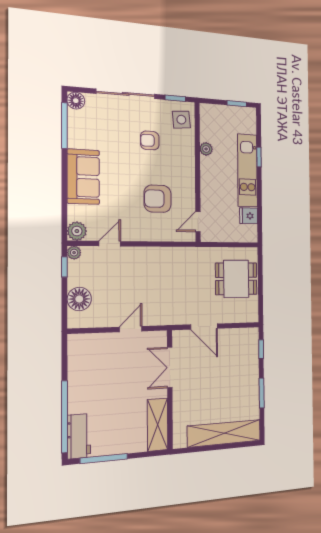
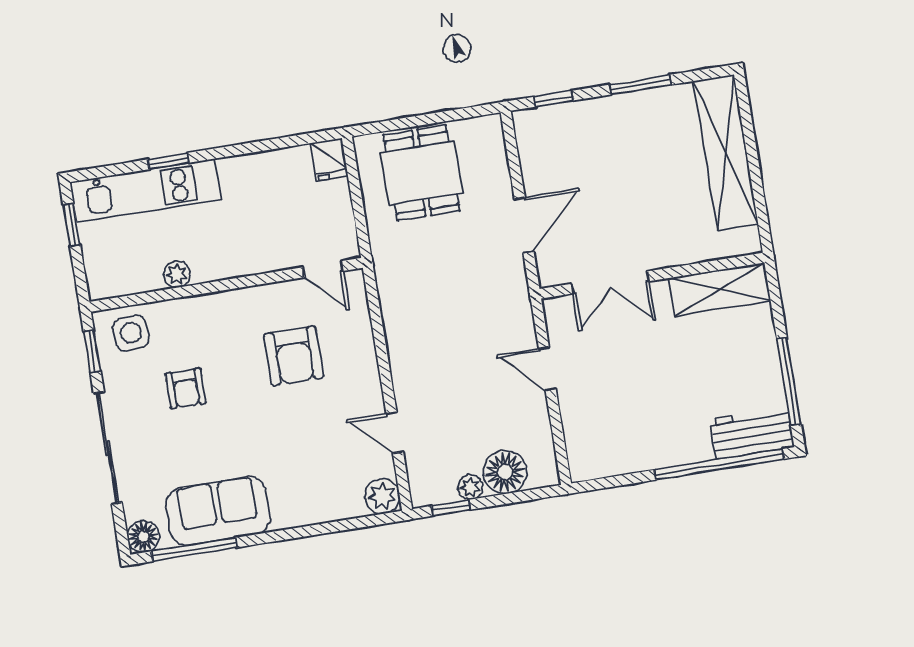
kitchen unit: (247, 170) -> (145, 191), moved
sofa: (83, 177) -> (218, 511), moved
fridge: (249, 216) -> (329, 159), moved
plant: (74, 253) -> (470, 487), moved

